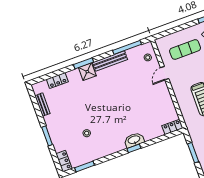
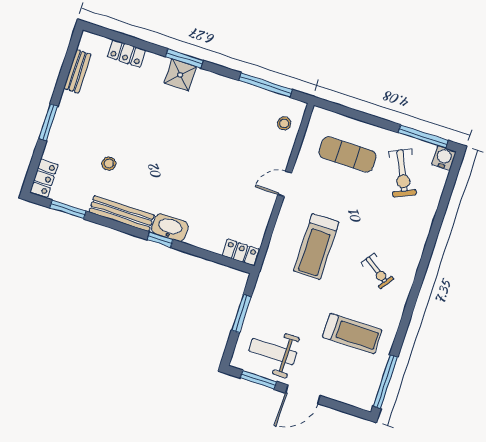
bench: (110, 61) -> (121, 214), moved
door: (165, 73) -> (285, 184), moved

